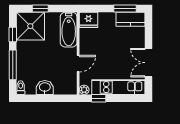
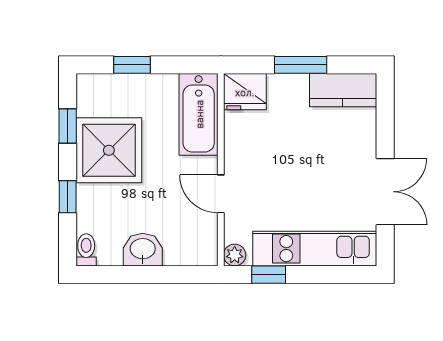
window: (125, 8) -> (301, 65), moved
shower: (30, 26) -> (109, 150), moved
double door: (148, 63) -> (385, 192), swing flipped
door: (78, 64) -> (221, 194), swing flipped
window: (13, 65) -> (68, 197), width x0.46

